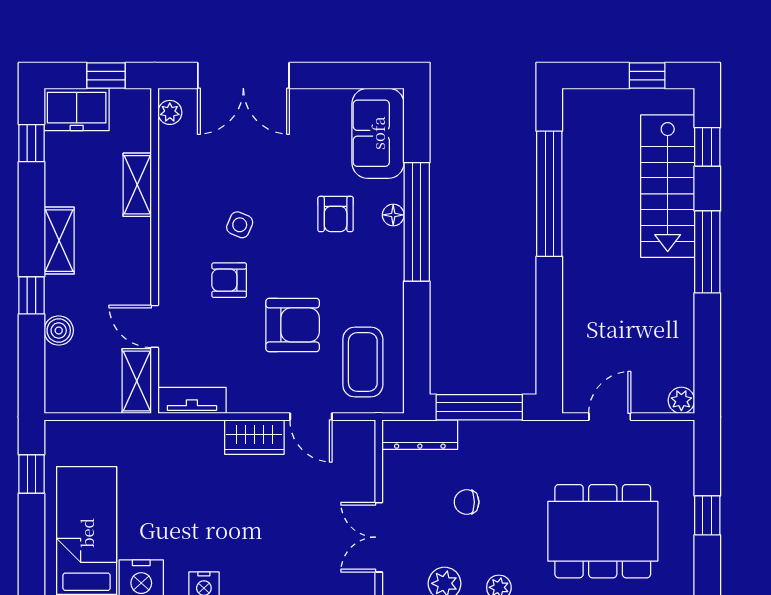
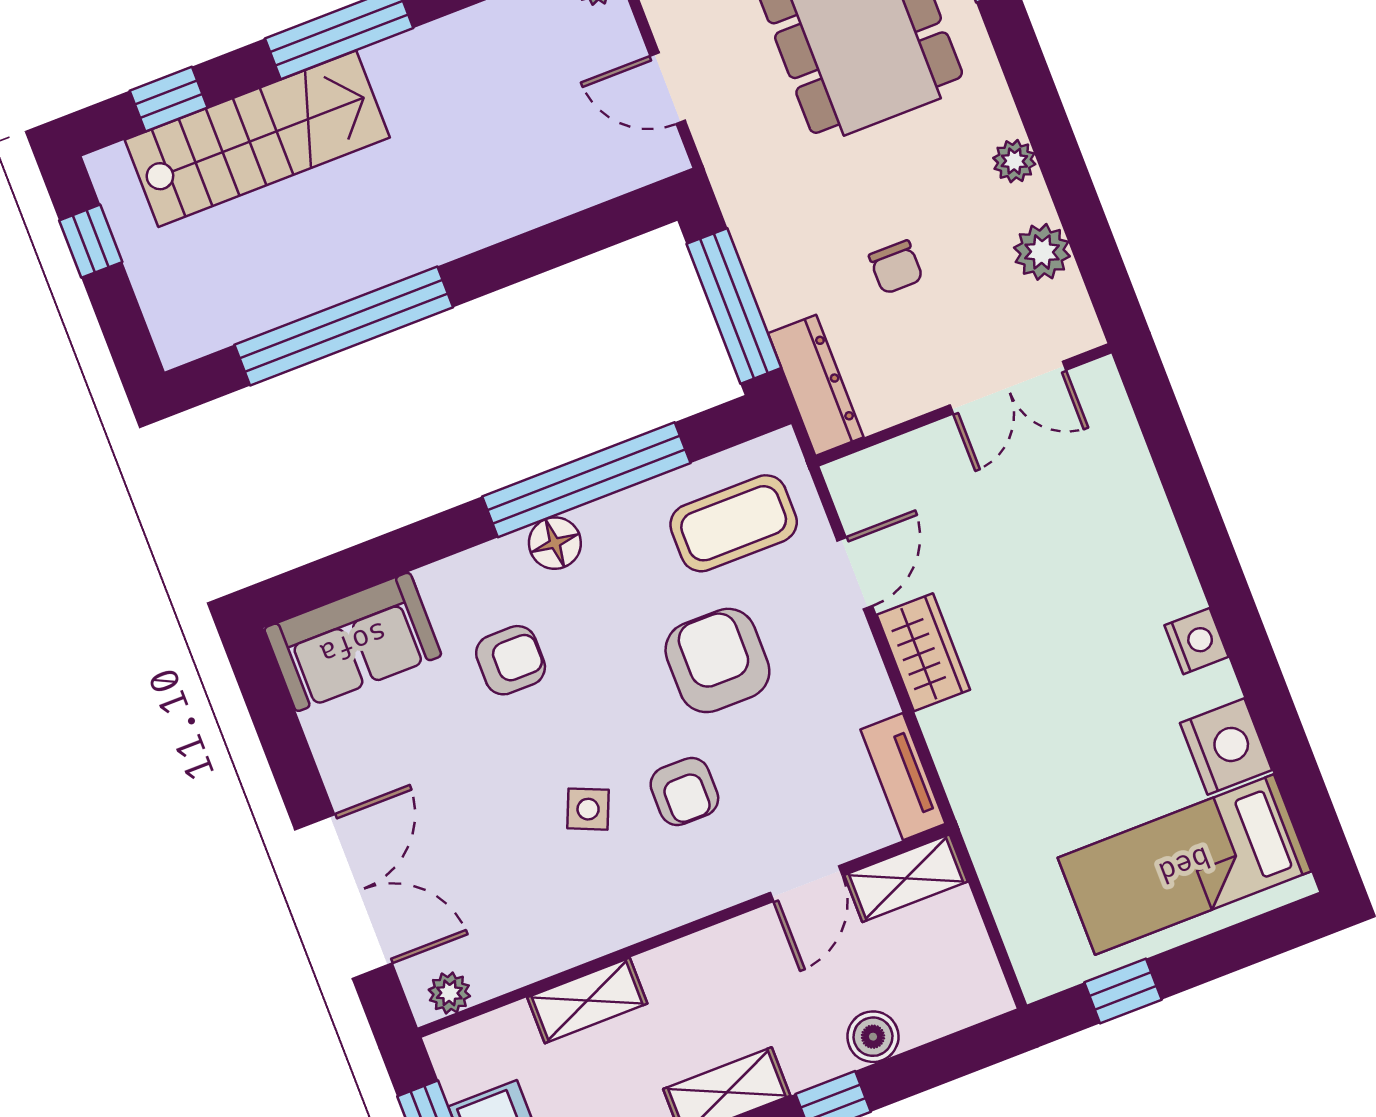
floor lamp: (393, 215) -> (555, 543), moved, width x1.37, depth x1.37
window: (417, 222) -> (586, 480), moved

